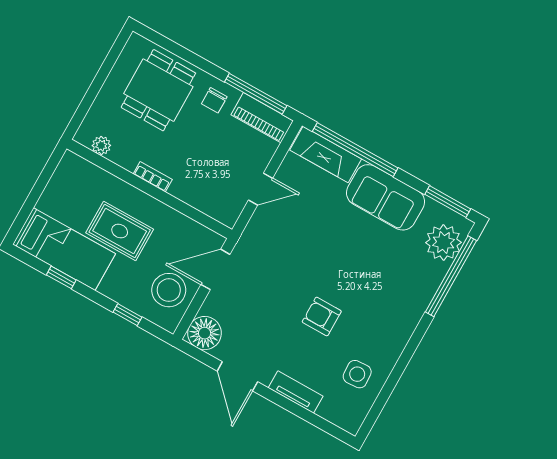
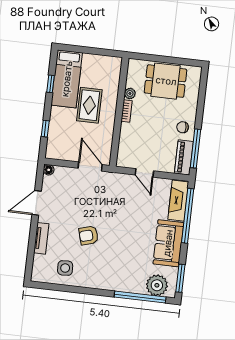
dining table: (158, 90) -> (166, 81), moved
plant: (101, 146) -> (130, 93), moved
stool: (169, 290) -> (68, 146), removed
armchair: (322, 316) -> (89, 235), turned -106
floor lamp: (205, 333) -> (49, 170), width x0.53, depth x0.53

